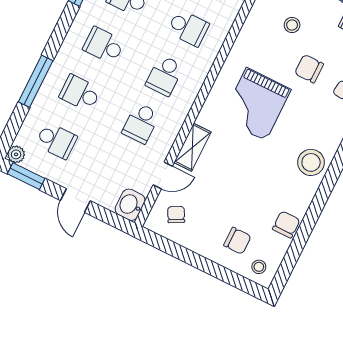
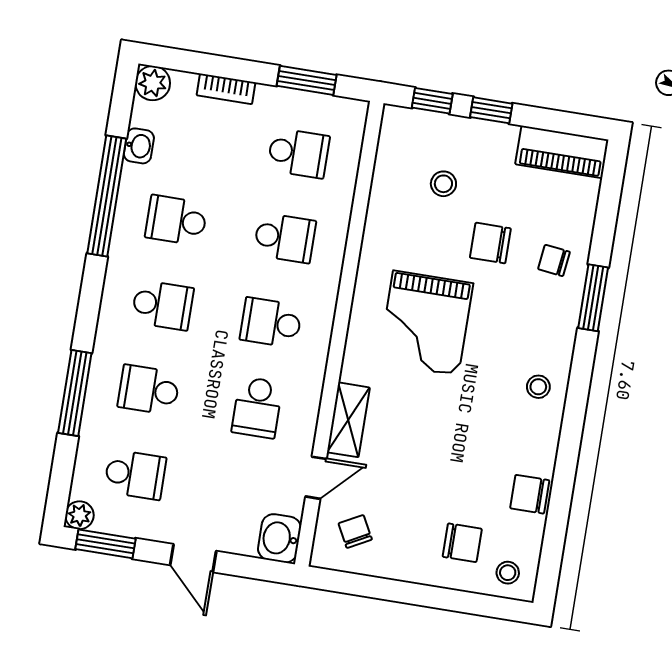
school desk: (104, 45) -> (163, 305), turned 180
school desk: (165, 76) -> (271, 323), turned 90
stool: (311, 162) -> (538, 387), width x0.53, depth x0.53
chair: (286, 224) -> (530, 494), turned -90

